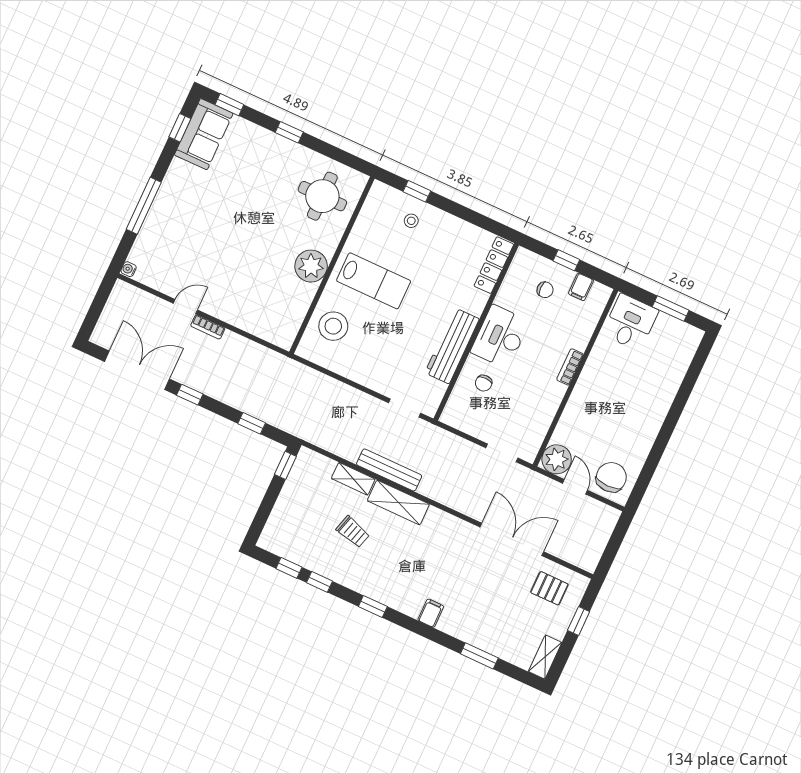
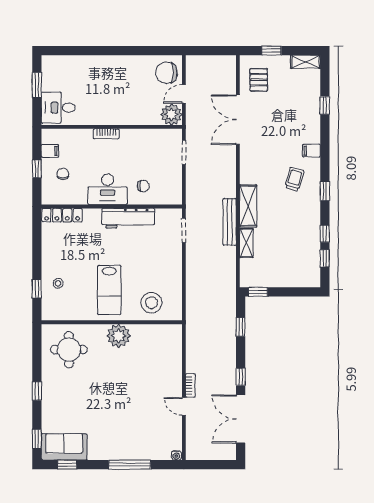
lab bench: (374, 281) -> (109, 290), turned 180
trolley: (353, 532) -> (294, 179), moved
window: (479, 656) -> (325, 105), width x0.67

